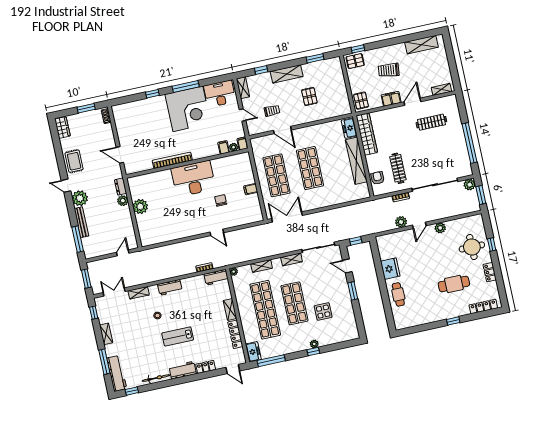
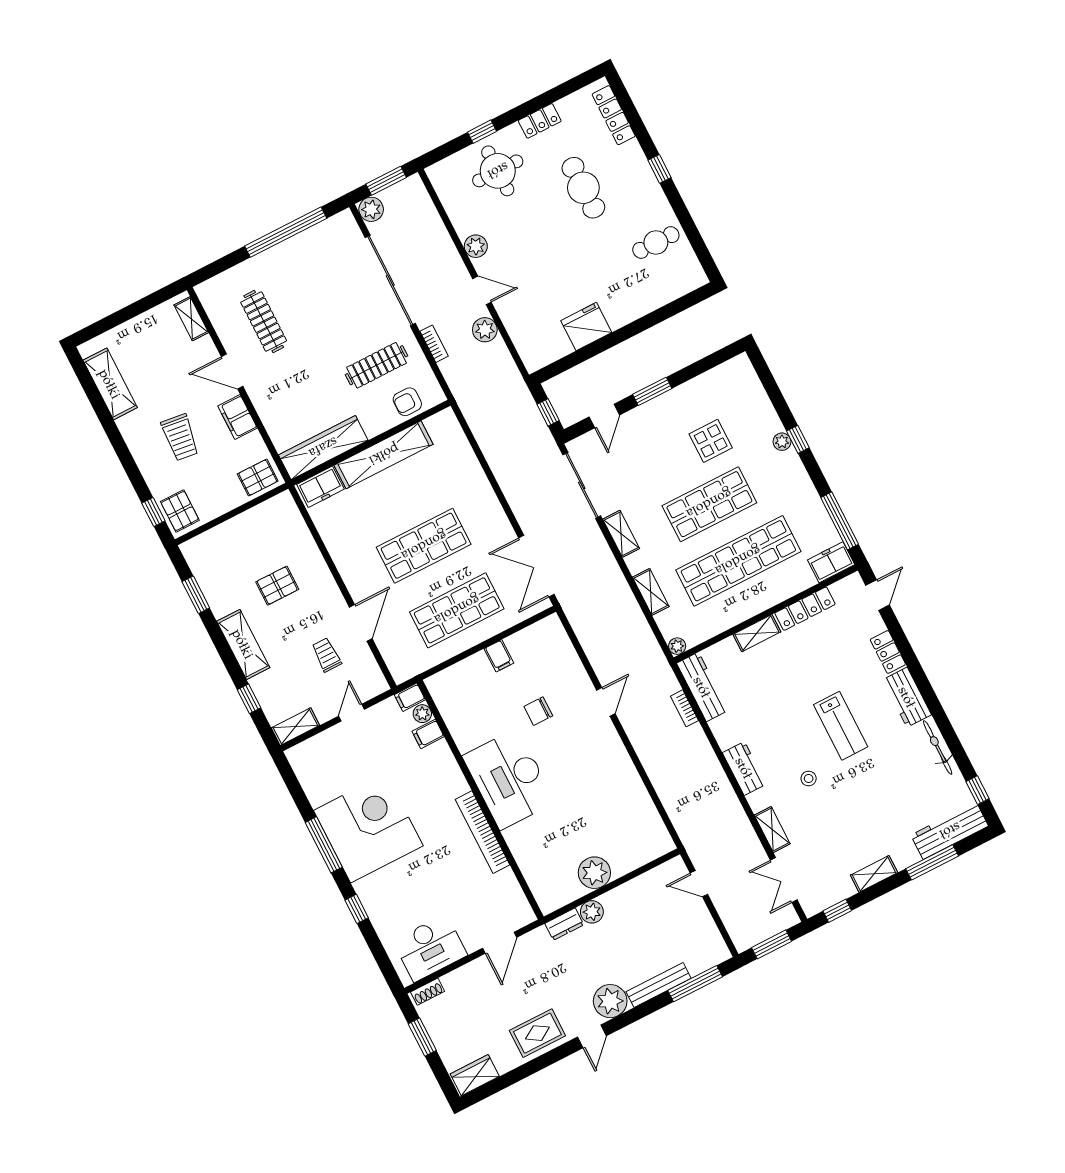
desk: (220, 94) -> (430, 948), moved, turned -90
workbench: (216, 277) -> (702, 687), width x1.37
cafe table: (398, 294) -> (656, 242), moved

